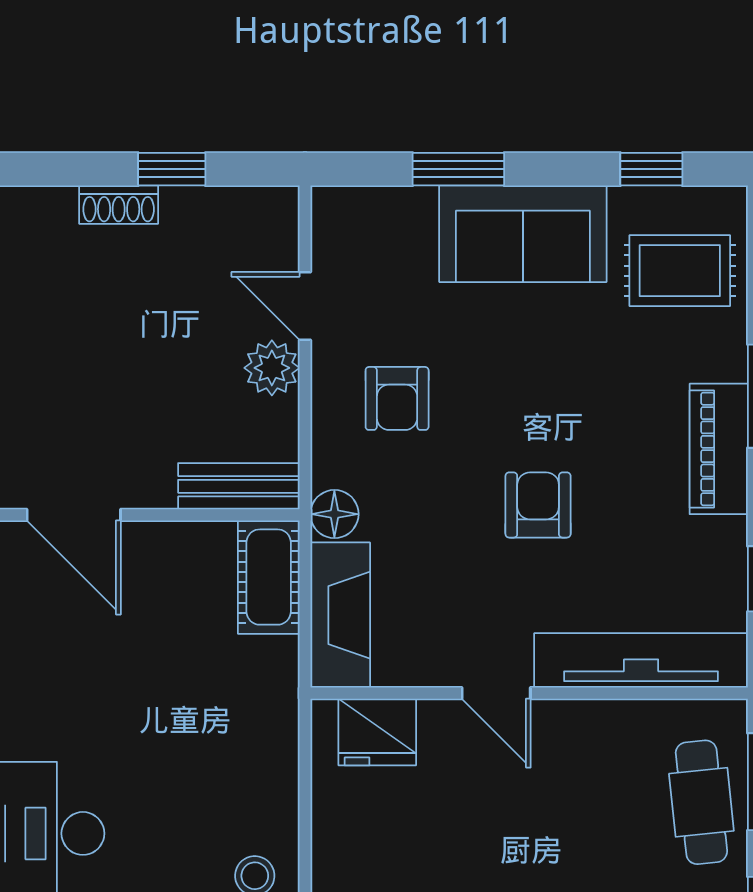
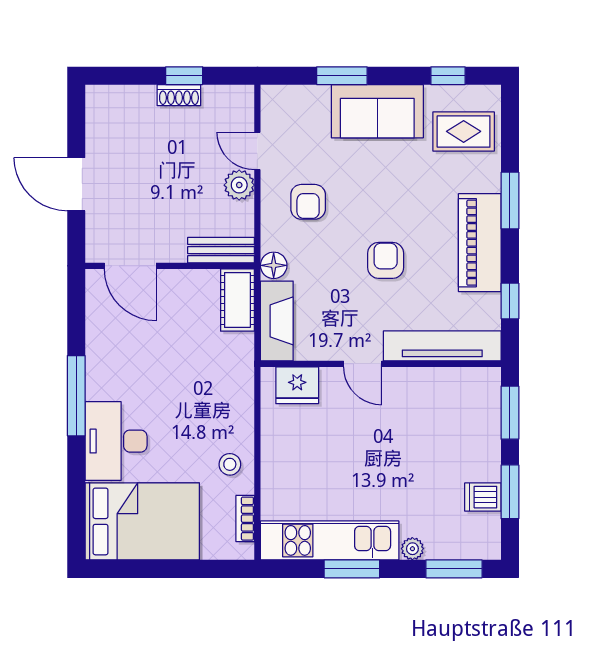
shoe rack: (119, 205) -> (179, 95), moved
piano: (719, 449) -> (480, 243), width x1.37, depth x1.33
cafe table: (701, 802) -> (475, 424), removed

